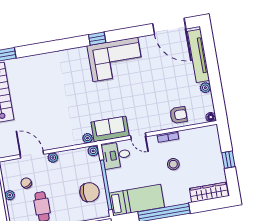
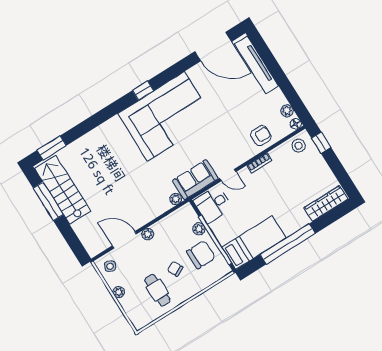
corner sofa: (115, 59) -> (166, 116), width x1.36, depth x1.36
plant: (205, 88) -> (287, 111), moved
plant: (93, 151) -> (199, 229), moved
window: (228, 160) -> (321, 143), moved
stool: (173, 164) -> (299, 146), moved
side table: (11, 171) -> (110, 266), added
chair: (26, 183) -> (175, 269), moved

